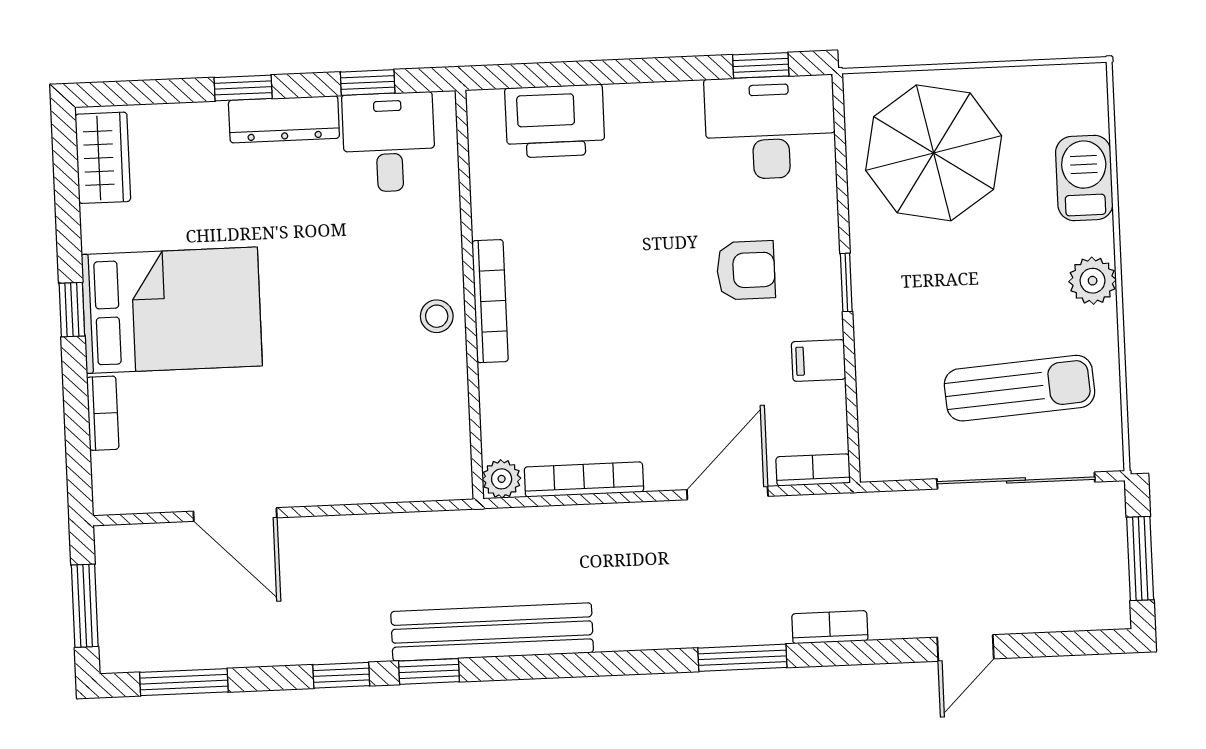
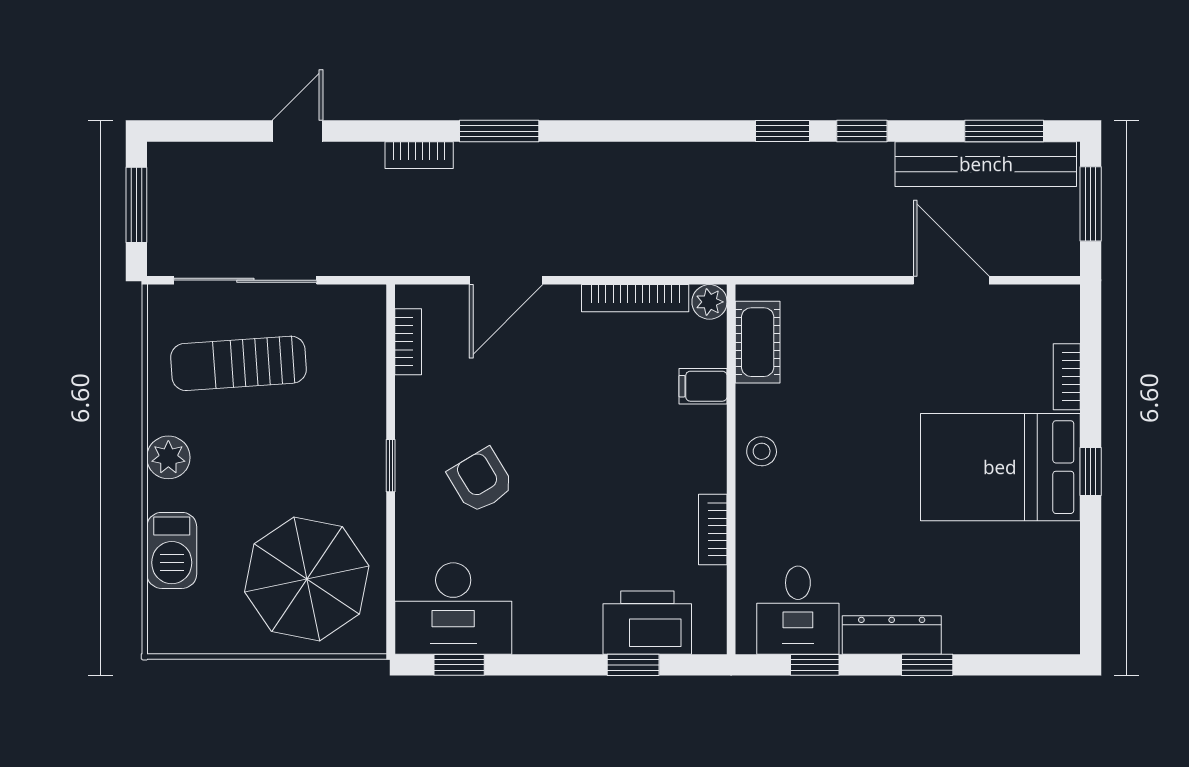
window: (568, 74) -> (633, 665), added
wardrobe: (103, 158) -> (1057, 607), removed
armchair: (746, 270) -> (481, 480), turned 59
bookcase: (490, 301) -> (713, 529), moved, width x0.64
filing cabinet: (819, 360) -> (703, 386), moved, turned 180
cot: (446, 437) -> (758, 342), added
bookcase: (813, 470) -> (408, 342), moved, turned -90
bench: (492, 632) -> (986, 164), moved

